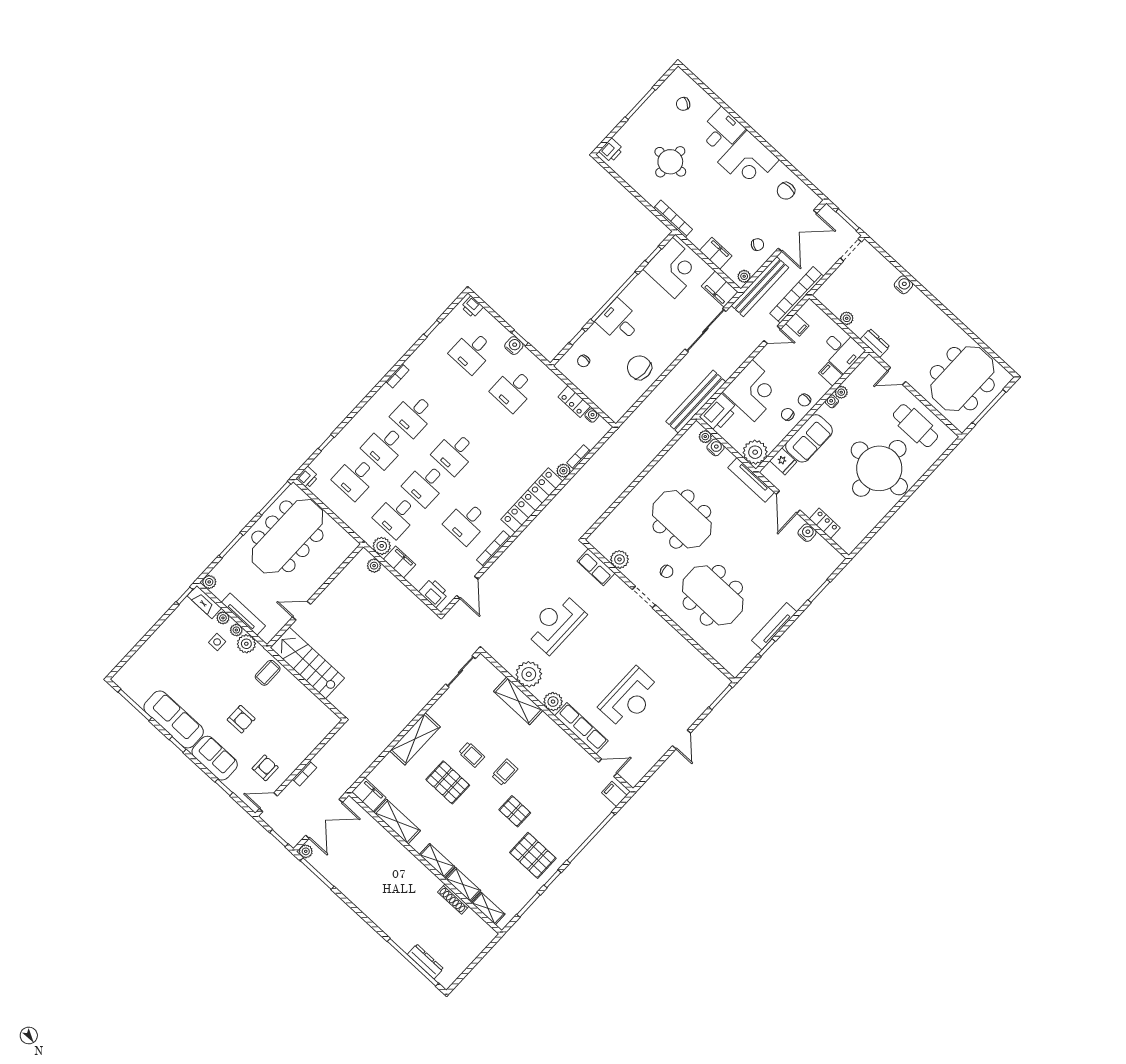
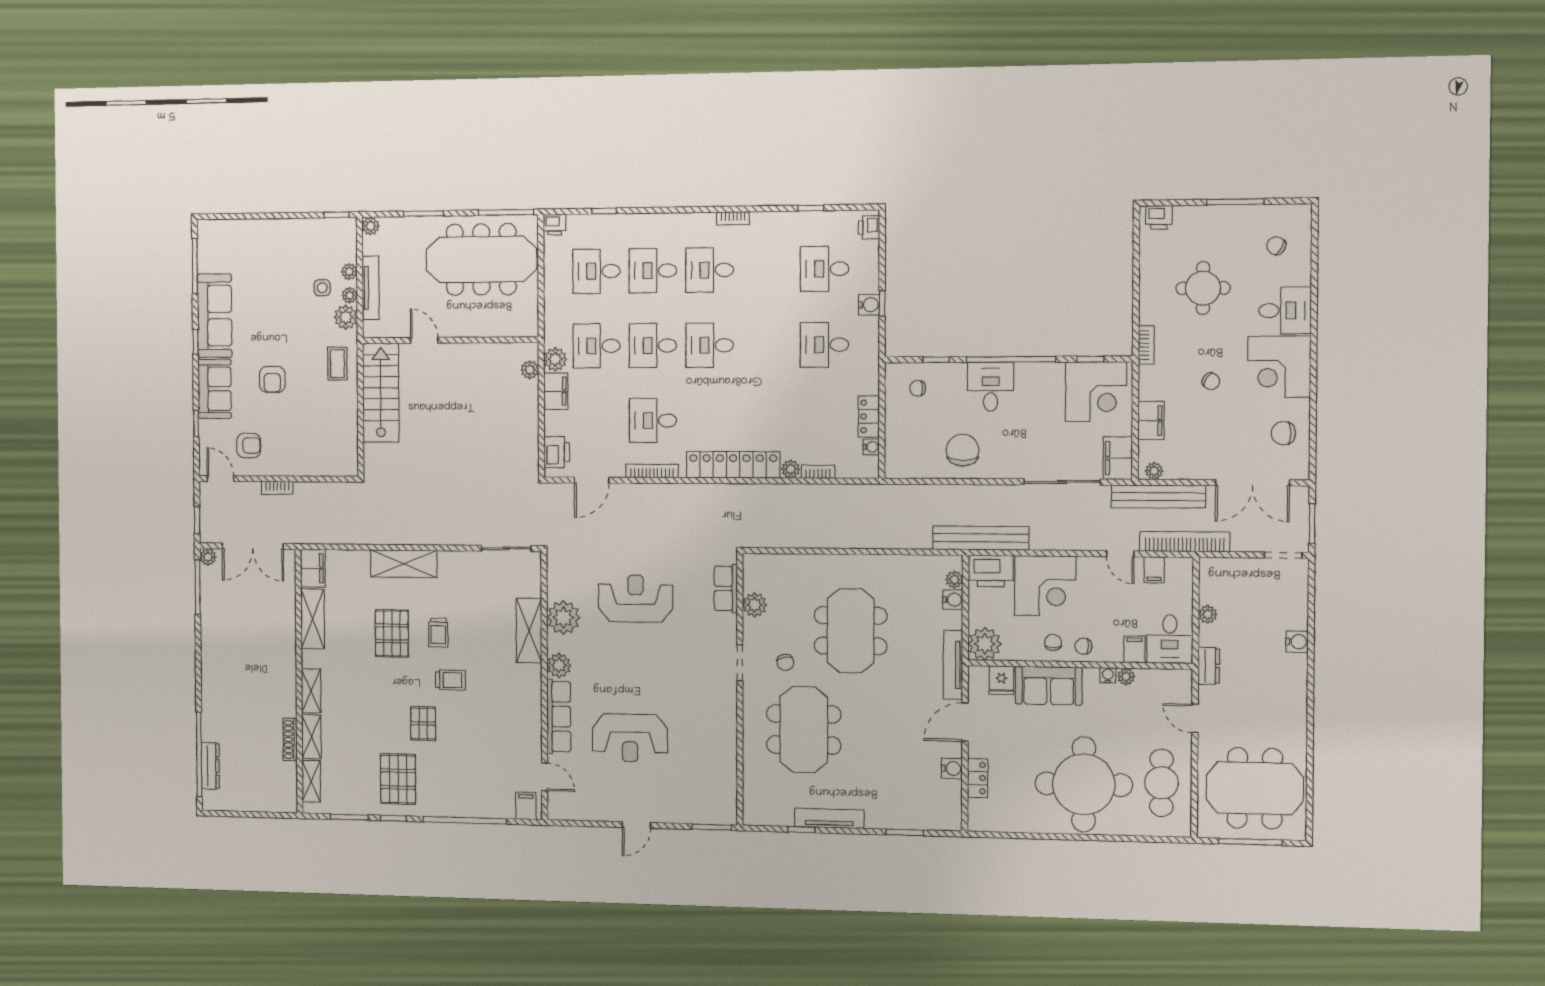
bookcase: (673, 219) -> (1146, 345), width x0.64
chair: (757, 245) -> (1211, 381), moved
fireplace: (204, 602) -> (348, 240), removed
coffee table: (268, 673) -> (337, 364), turned 90

